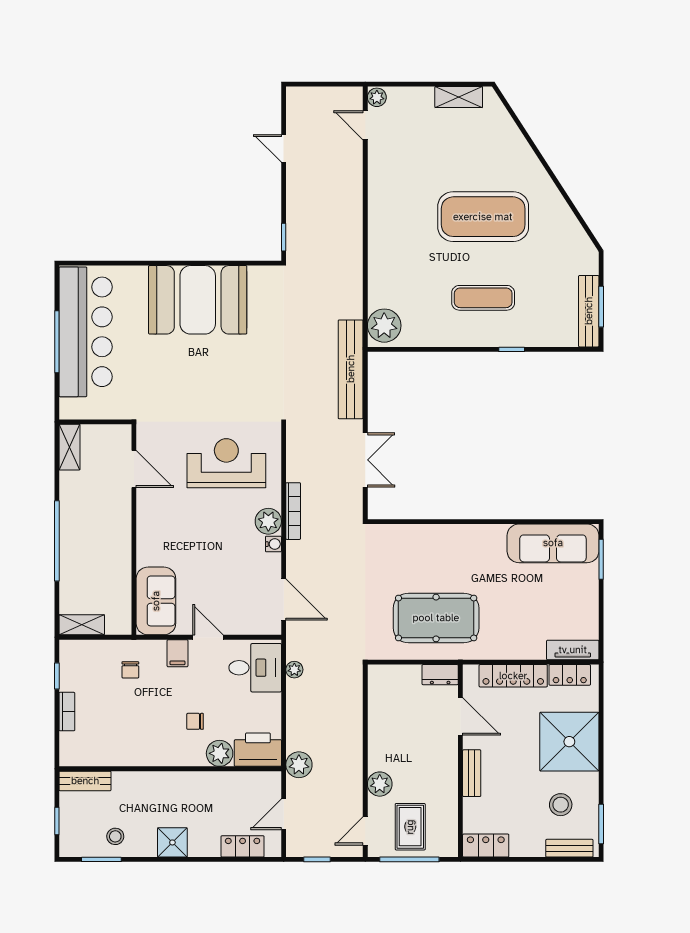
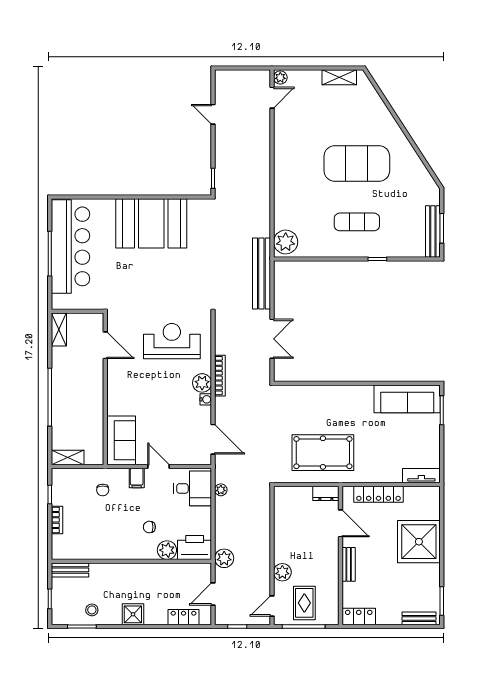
door: (365, 125) -> (272, 98), swing flipped
locker: (570, 675) -> (419, 494), removed
stool: (561, 805) -> (413, 587), removed

